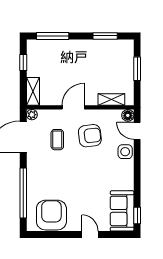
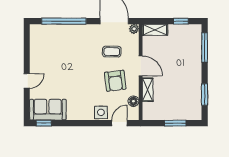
shelving: (111, 100) -> (148, 90), moved
floor lamp: (128, 115) -> (133, 101), moved
armchair: (51, 215) -> (44, 46), removed

